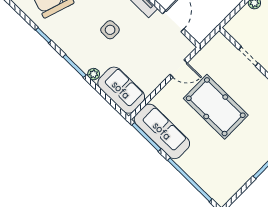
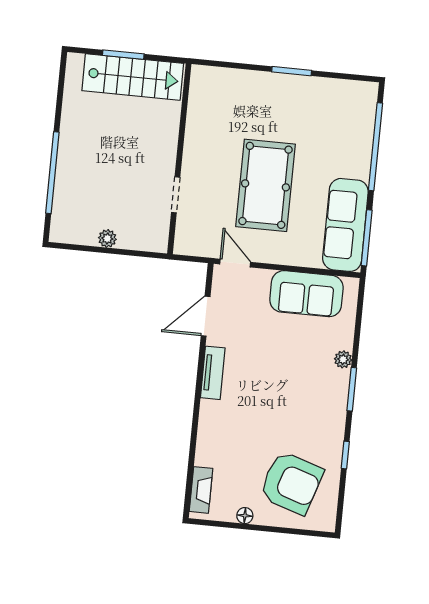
side table: (110, 30) -> (276, 382), removed
door: (179, 69) -> (235, 263), moved
sofa: (121, 90) -> (306, 294), moved, turned -90

